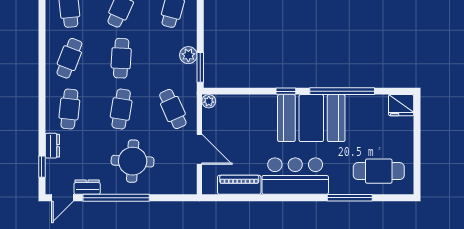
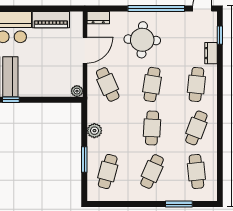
window: (200, 67) -> (84, 160), moved
door: (199, 149) -> (85, 50), swing flipped
dresser: (87, 187) -> (98, 18), moved

